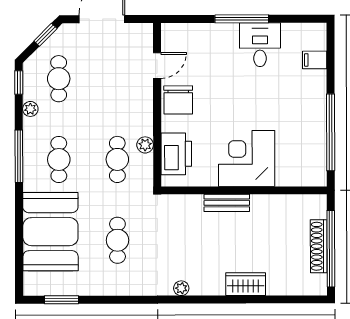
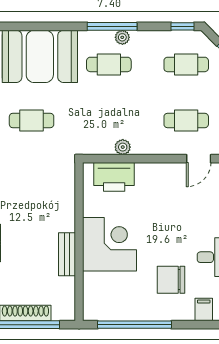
door: (157, 66) -> (199, 159), hinge flipped
chair: (178, 100) -> (171, 280), moved
plant: (30, 109) -> (122, 37), moved
cafe table: (117, 159) -> (186, 121), moved
bench: (227, 203) -> (67, 254), moved

